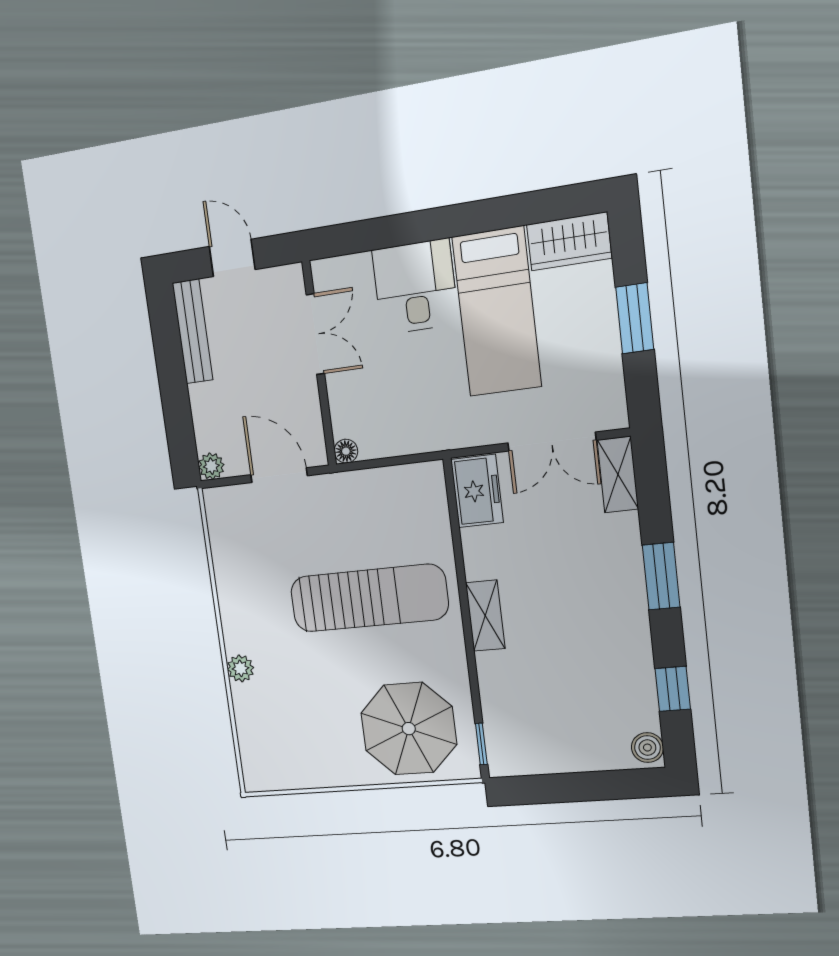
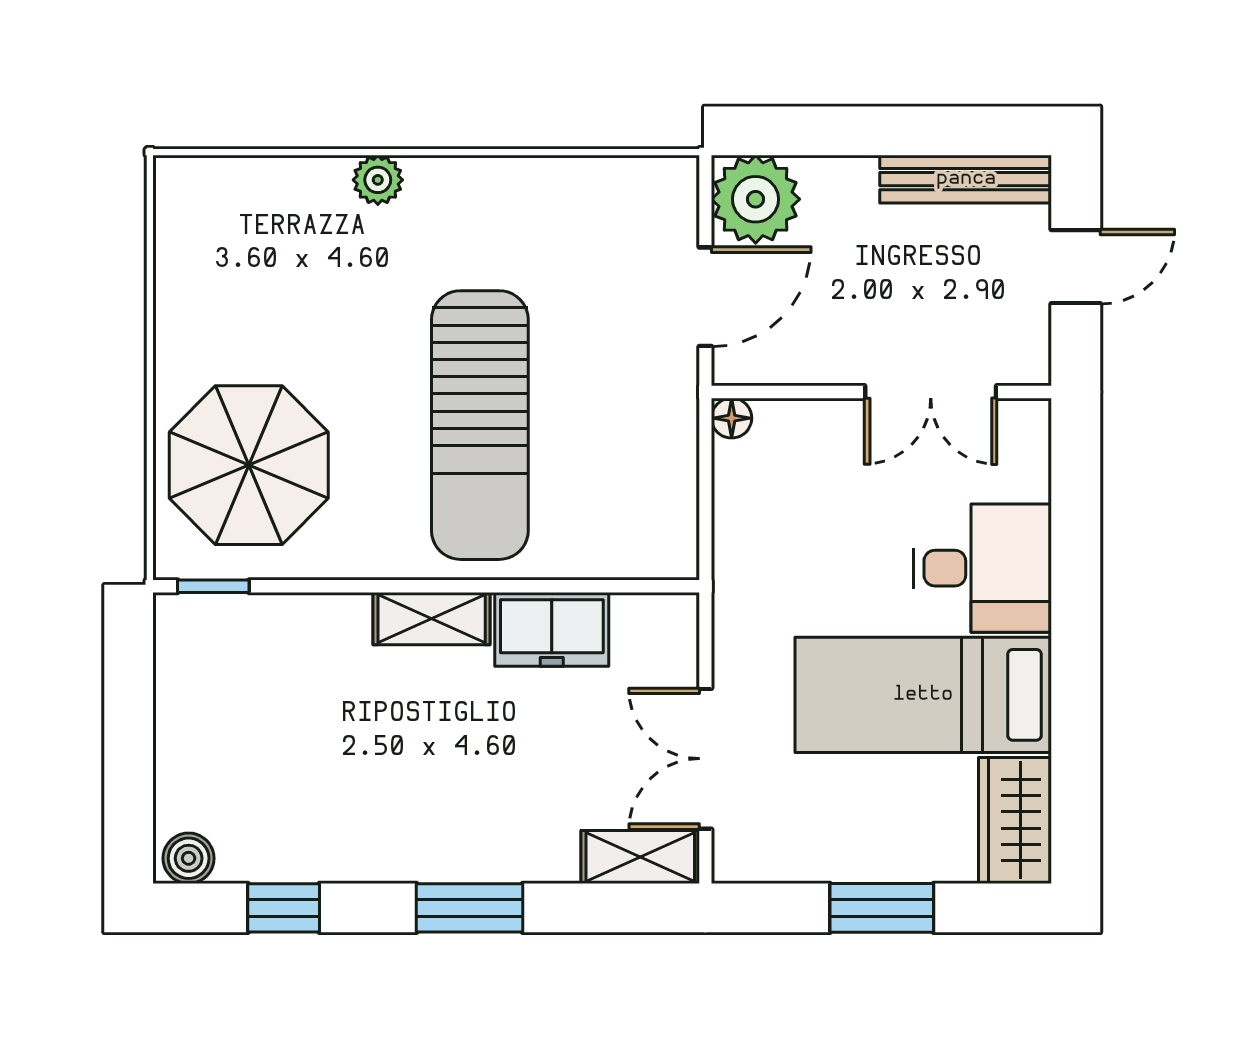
plant: (211, 466) -> (756, 199), width x1.87, depth x1.87
freezer: (477, 491) -> (552, 629), moved

